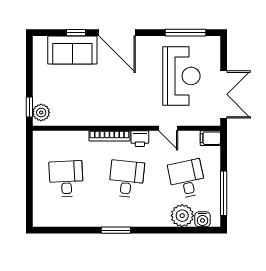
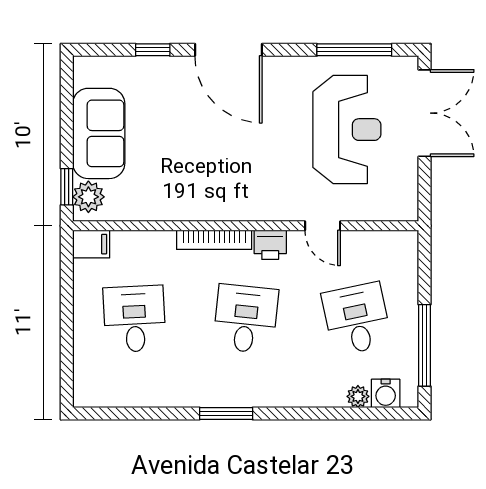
sofa: (72, 50) -> (99, 133), moved, turned -90
double door: (224, 94) -> (425, 113), moved
filing cabinet: (210, 138) -> (91, 244), moved, turned 180
plant: (182, 216) -> (358, 396), width x0.53, depth x0.53

